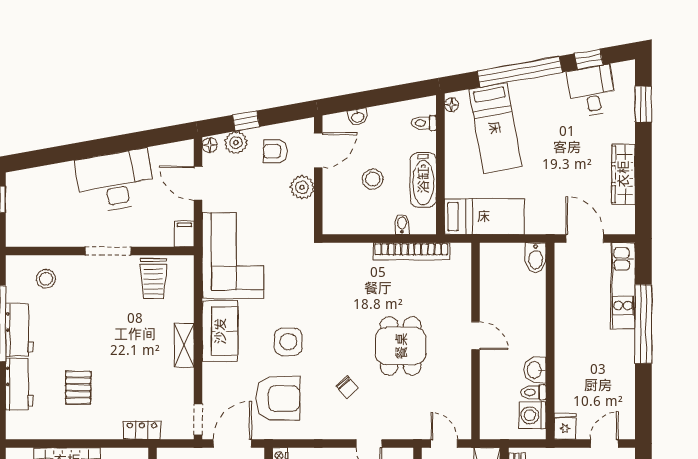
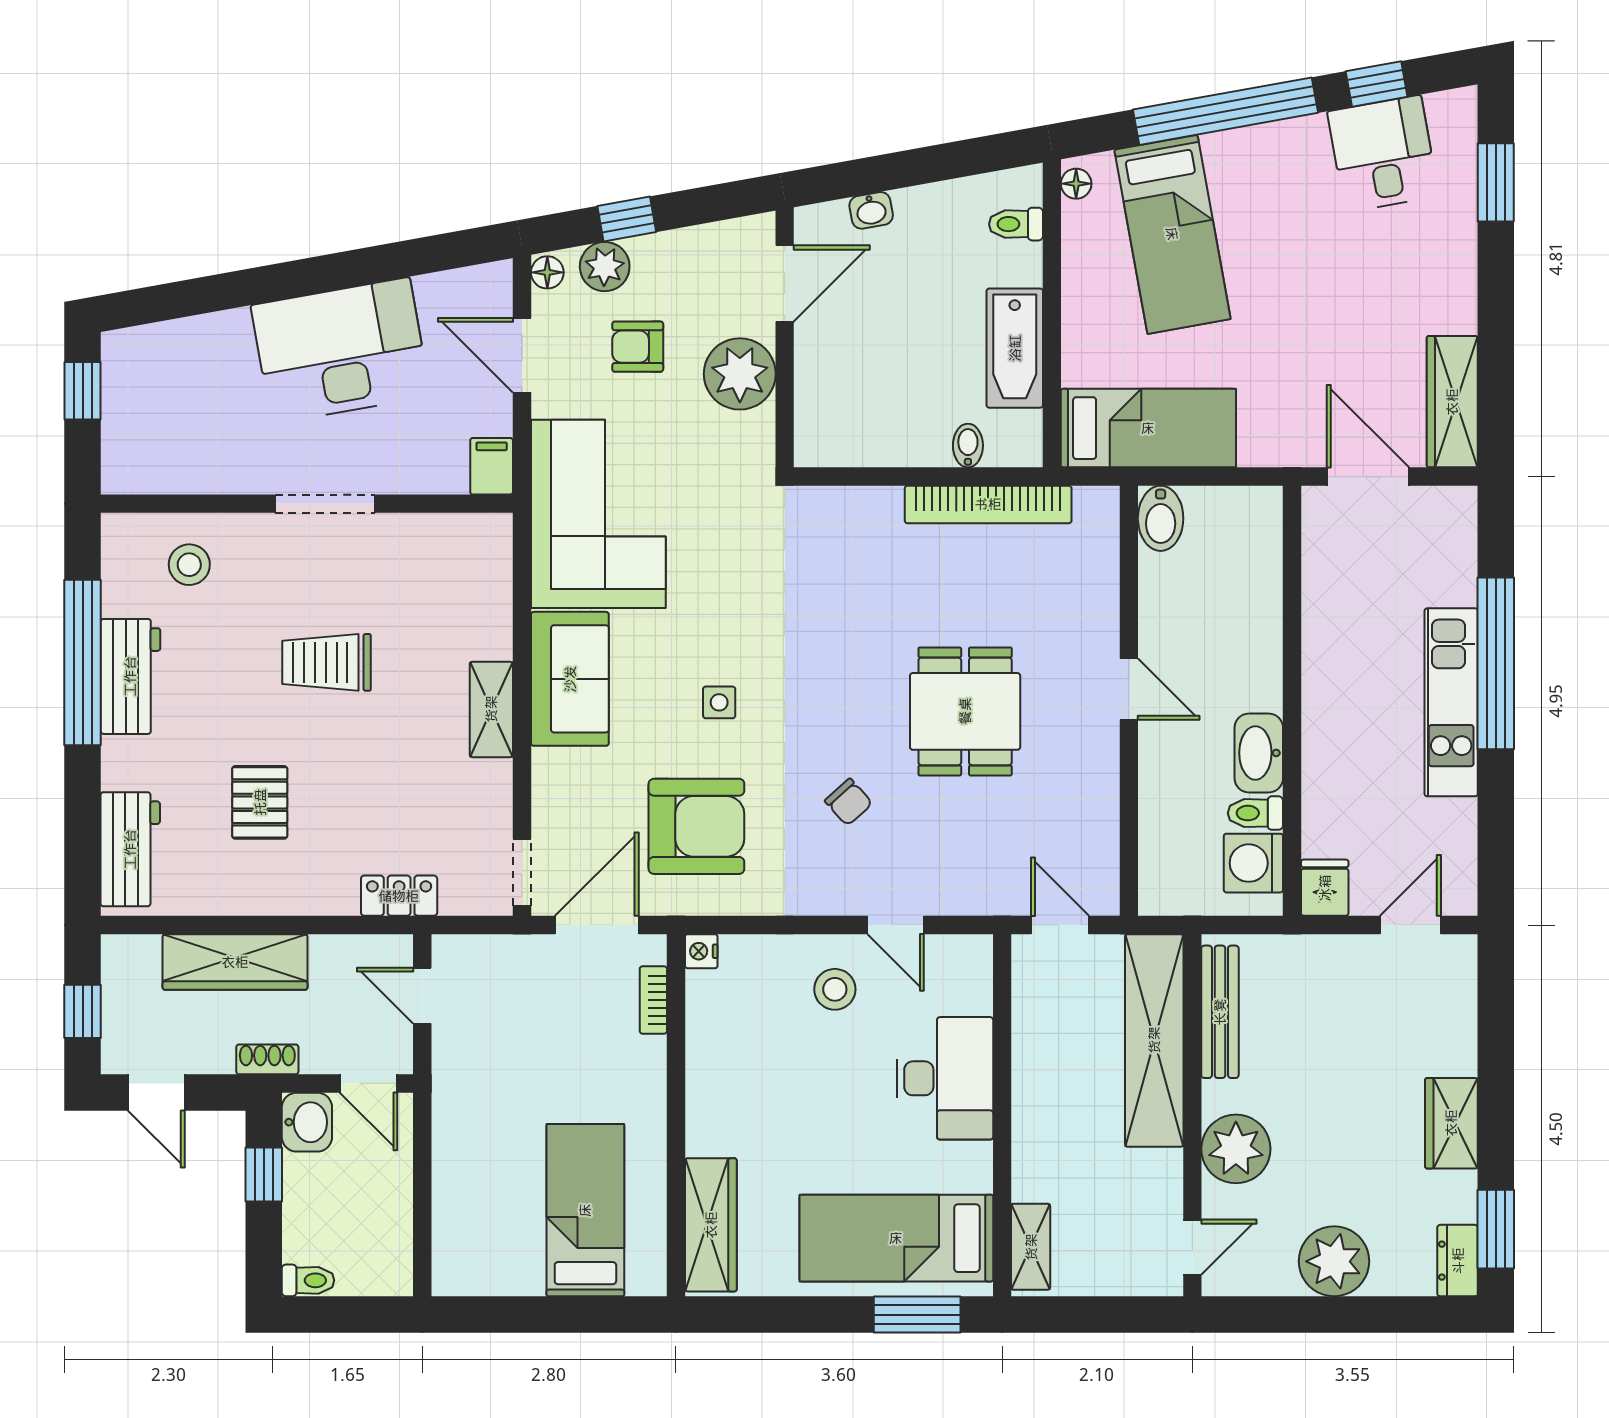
armchair: (275, 151) -> (638, 347), moved
wardrobe: (623, 174) -> (1452, 402), moved
stool: (373, 179) -> (904, 347), removed
plant: (302, 187) -> (740, 374), width x1.36, depth x1.36
bidet: (536, 258) -> (1161, 518), moved
trolley: (153, 279) -> (326, 662), moved, turned 90
kitchen unit: (623, 286) -> (1451, 702), moved
side table: (288, 342) -> (719, 702), width x0.54, depth x0.54
washbasin: (535, 370) -> (1259, 753), width x1.38
workbench: (19, 384) -> (130, 849), moved

